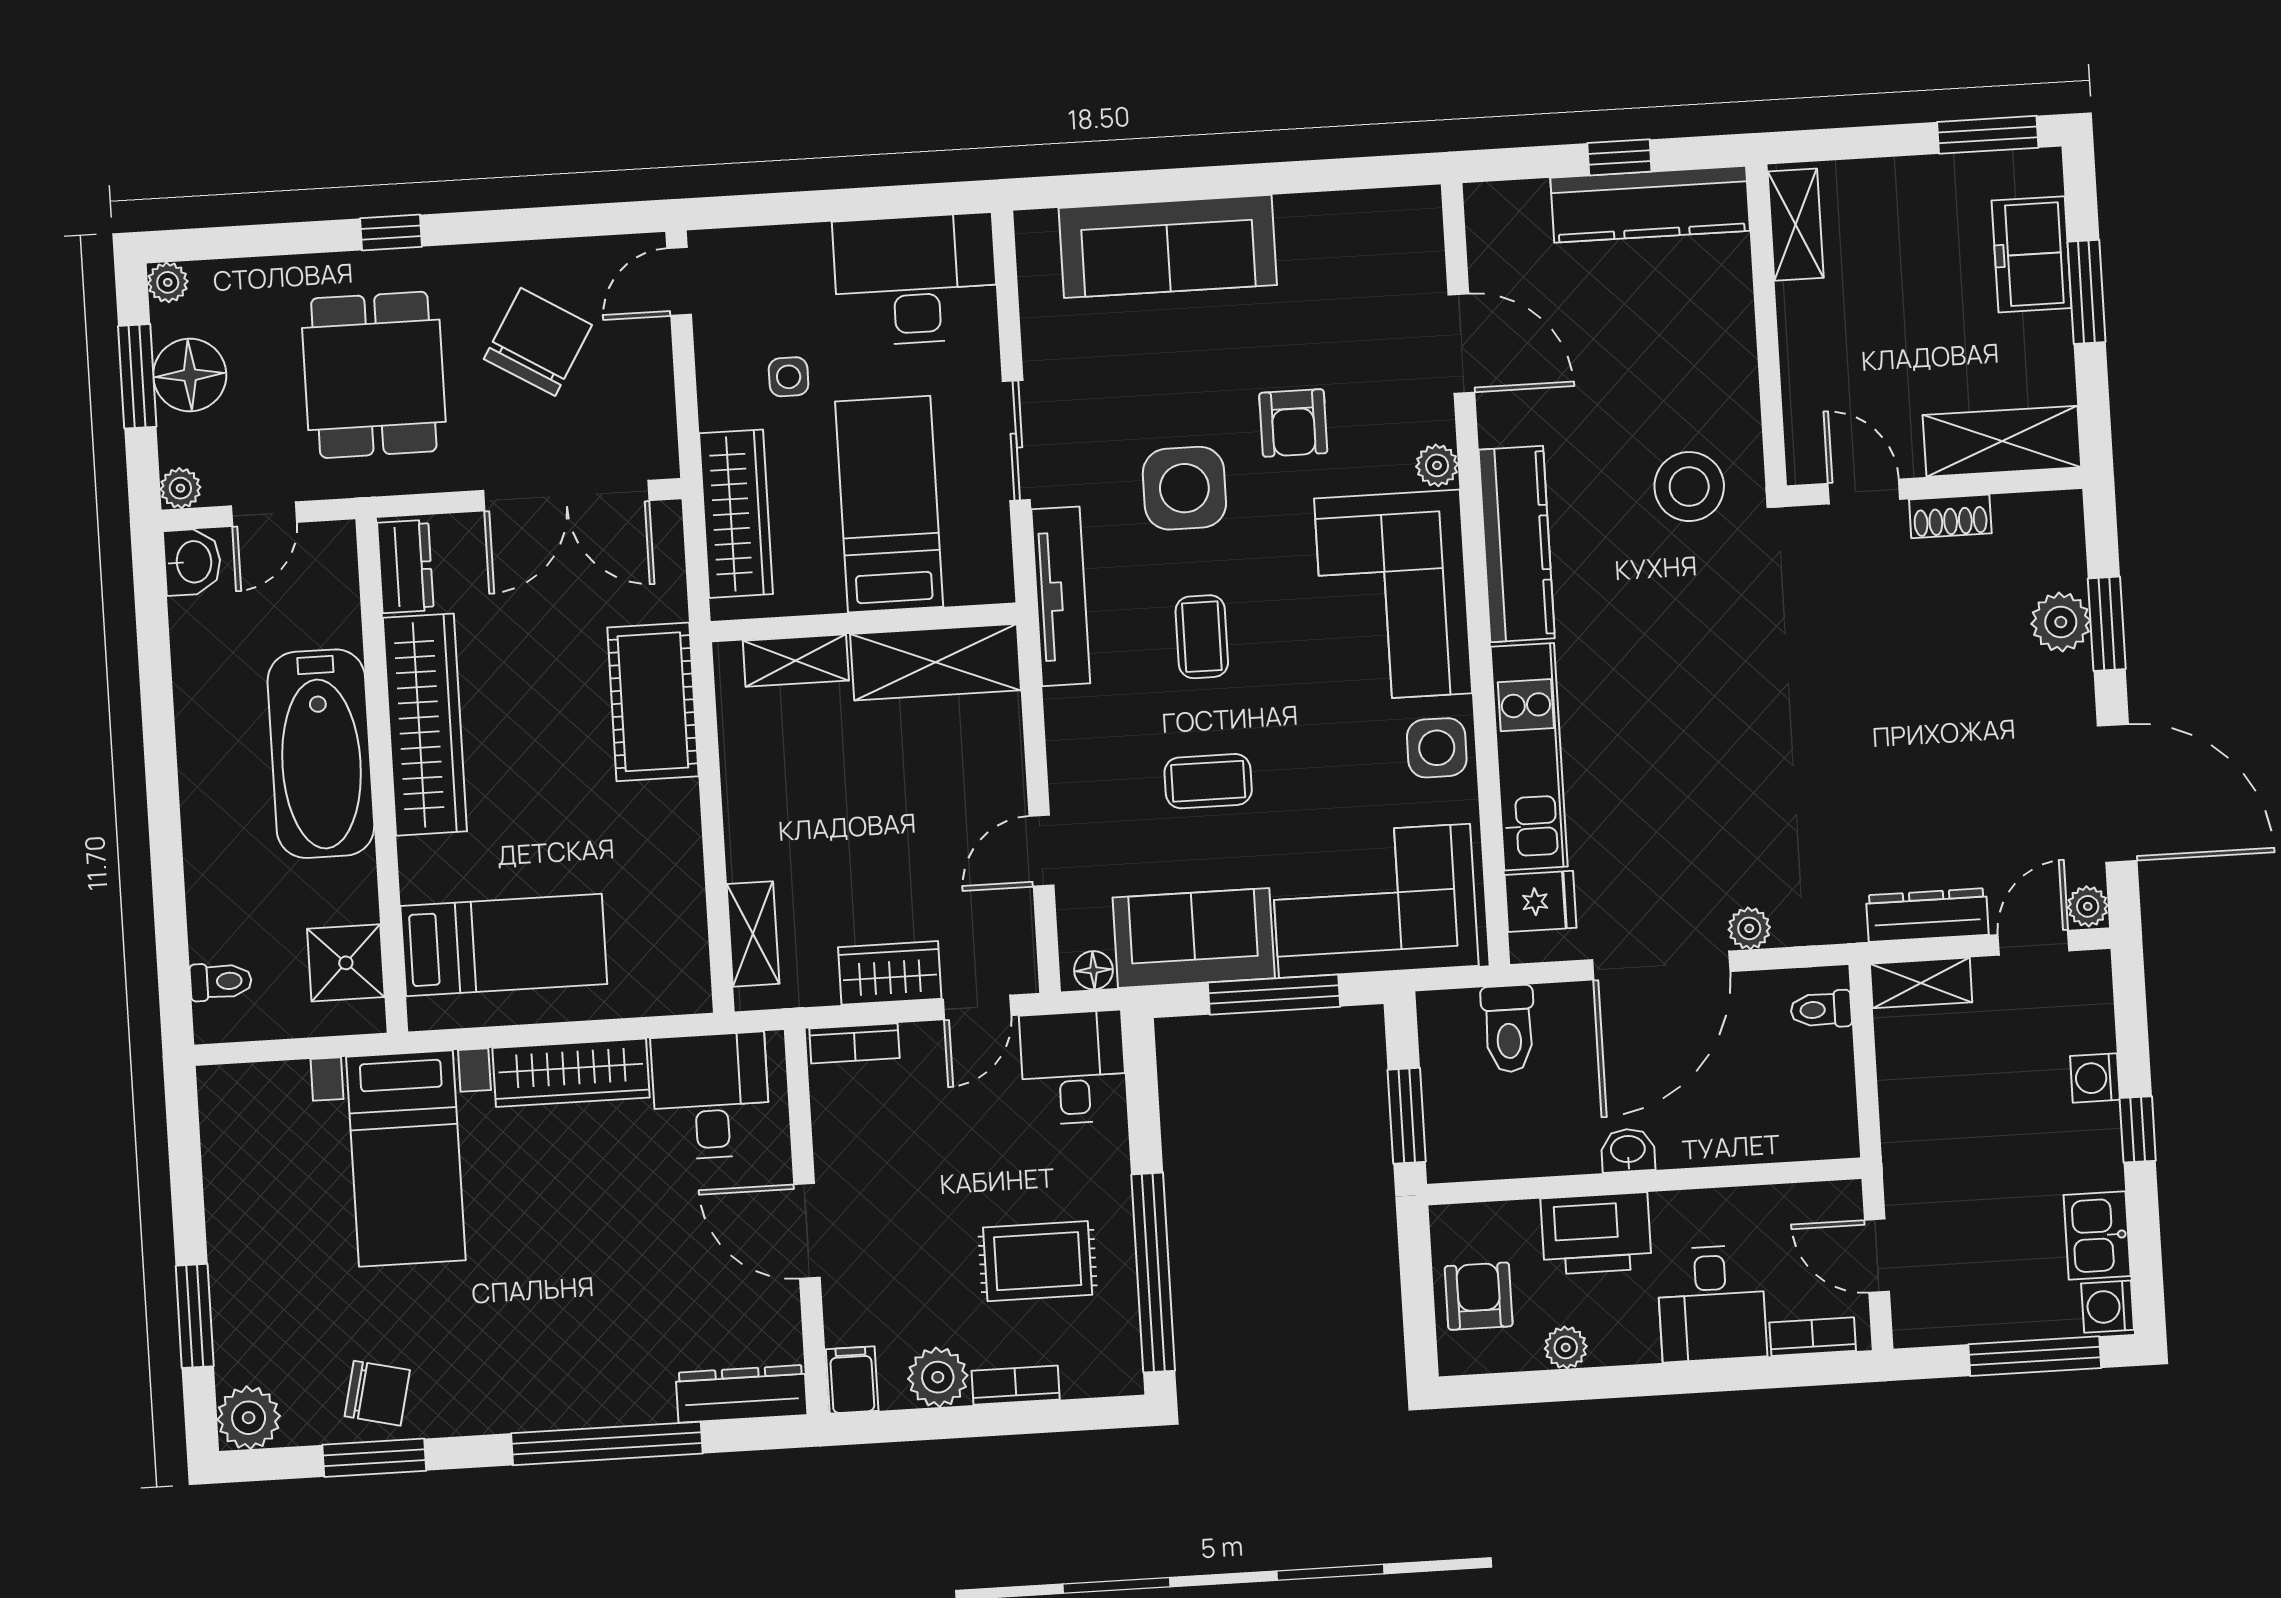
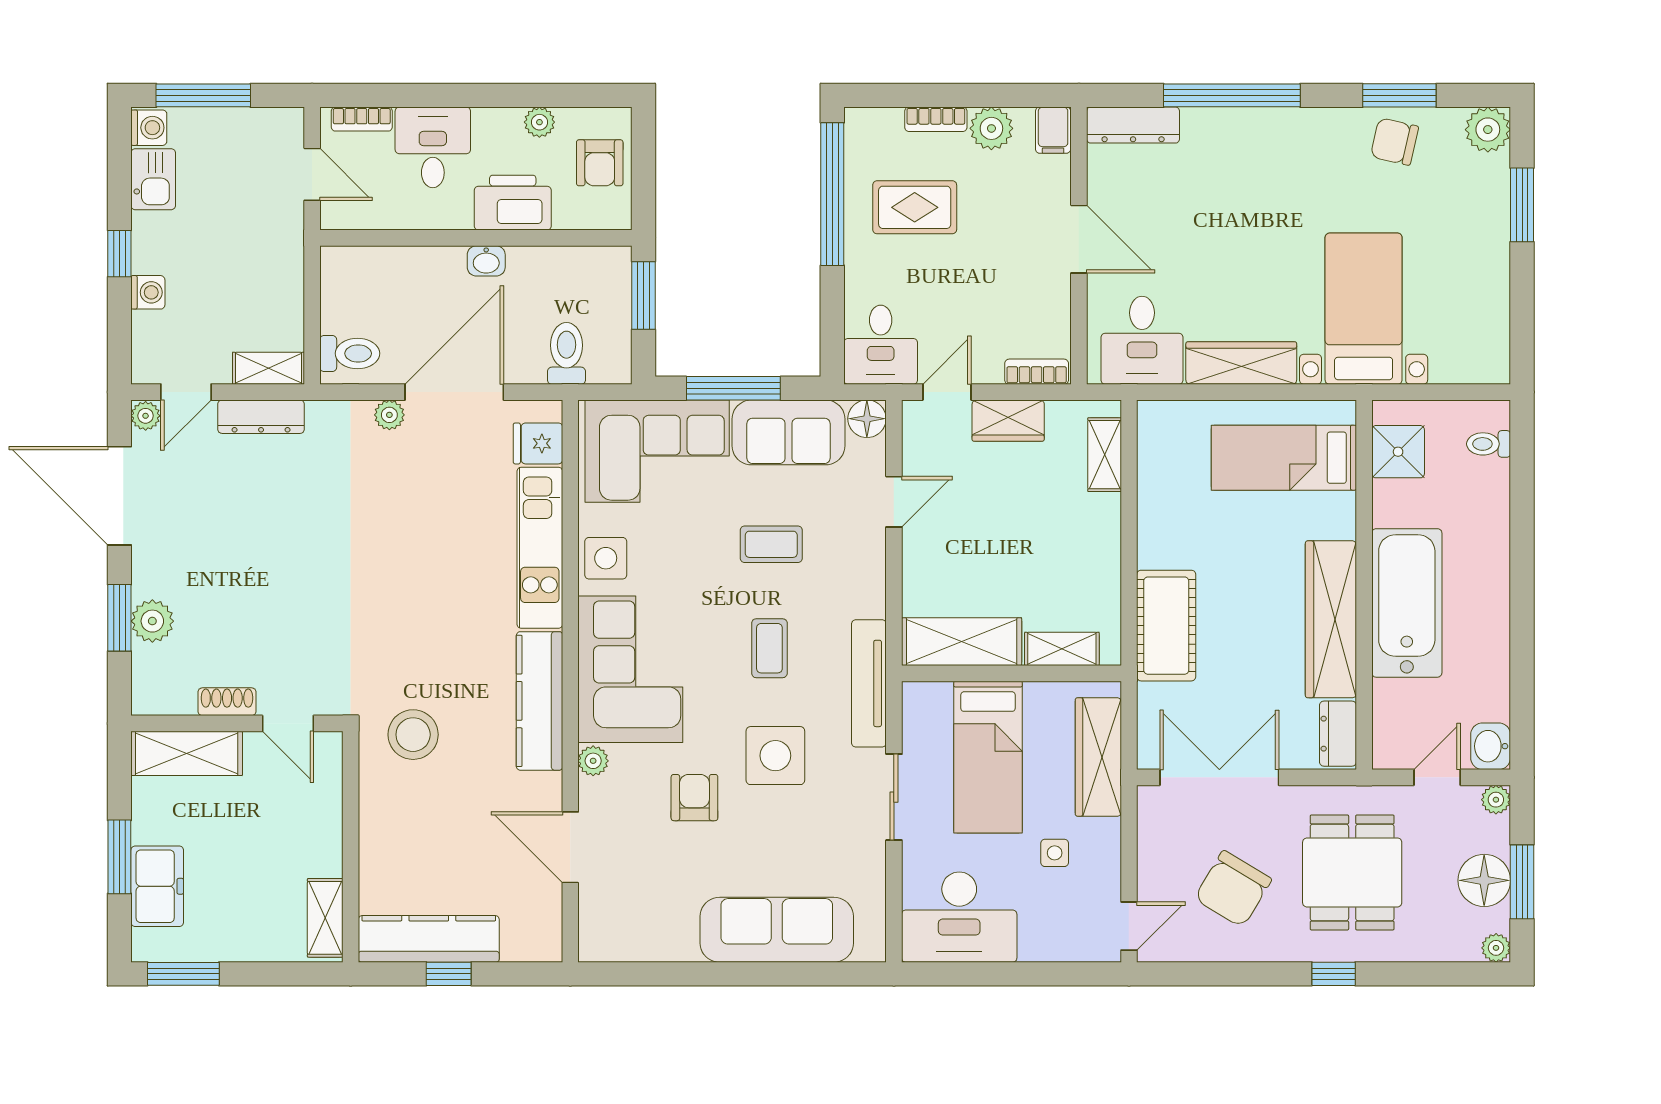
floor lamp: (1093, 970) -> (867, 419), width x1.37, depth x1.37
toilet: (1821, 1010) -> (350, 353), width x1.37, depth x1.39

